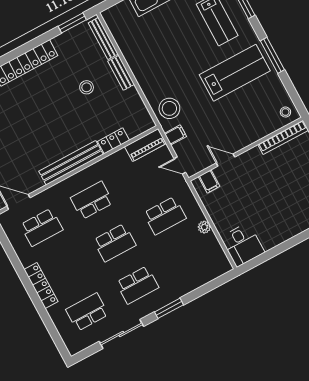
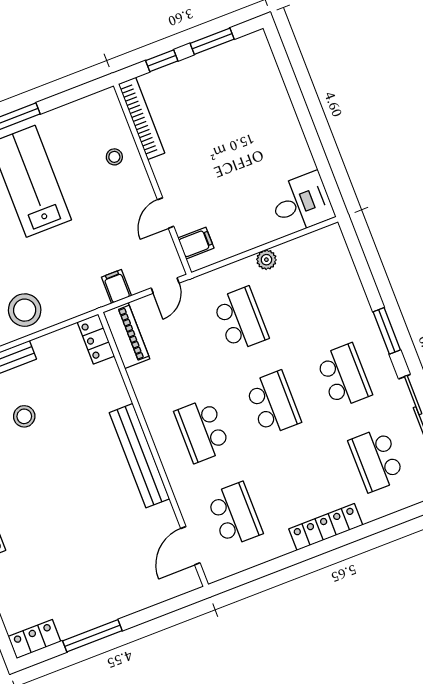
stool: (169, 108) -> (25, 310), moved
stool: (285, 112) -> (114, 157), moved
locker: (114, 141) -> (96, 339), moved

